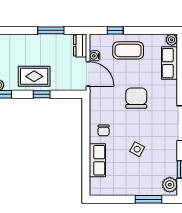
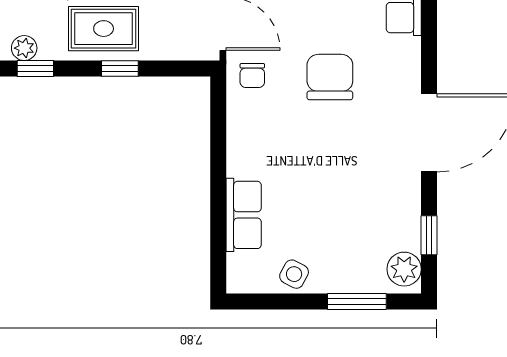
chair: (104, 130) -> (252, 76), moved
side table: (137, 149) -> (294, 274), moved

